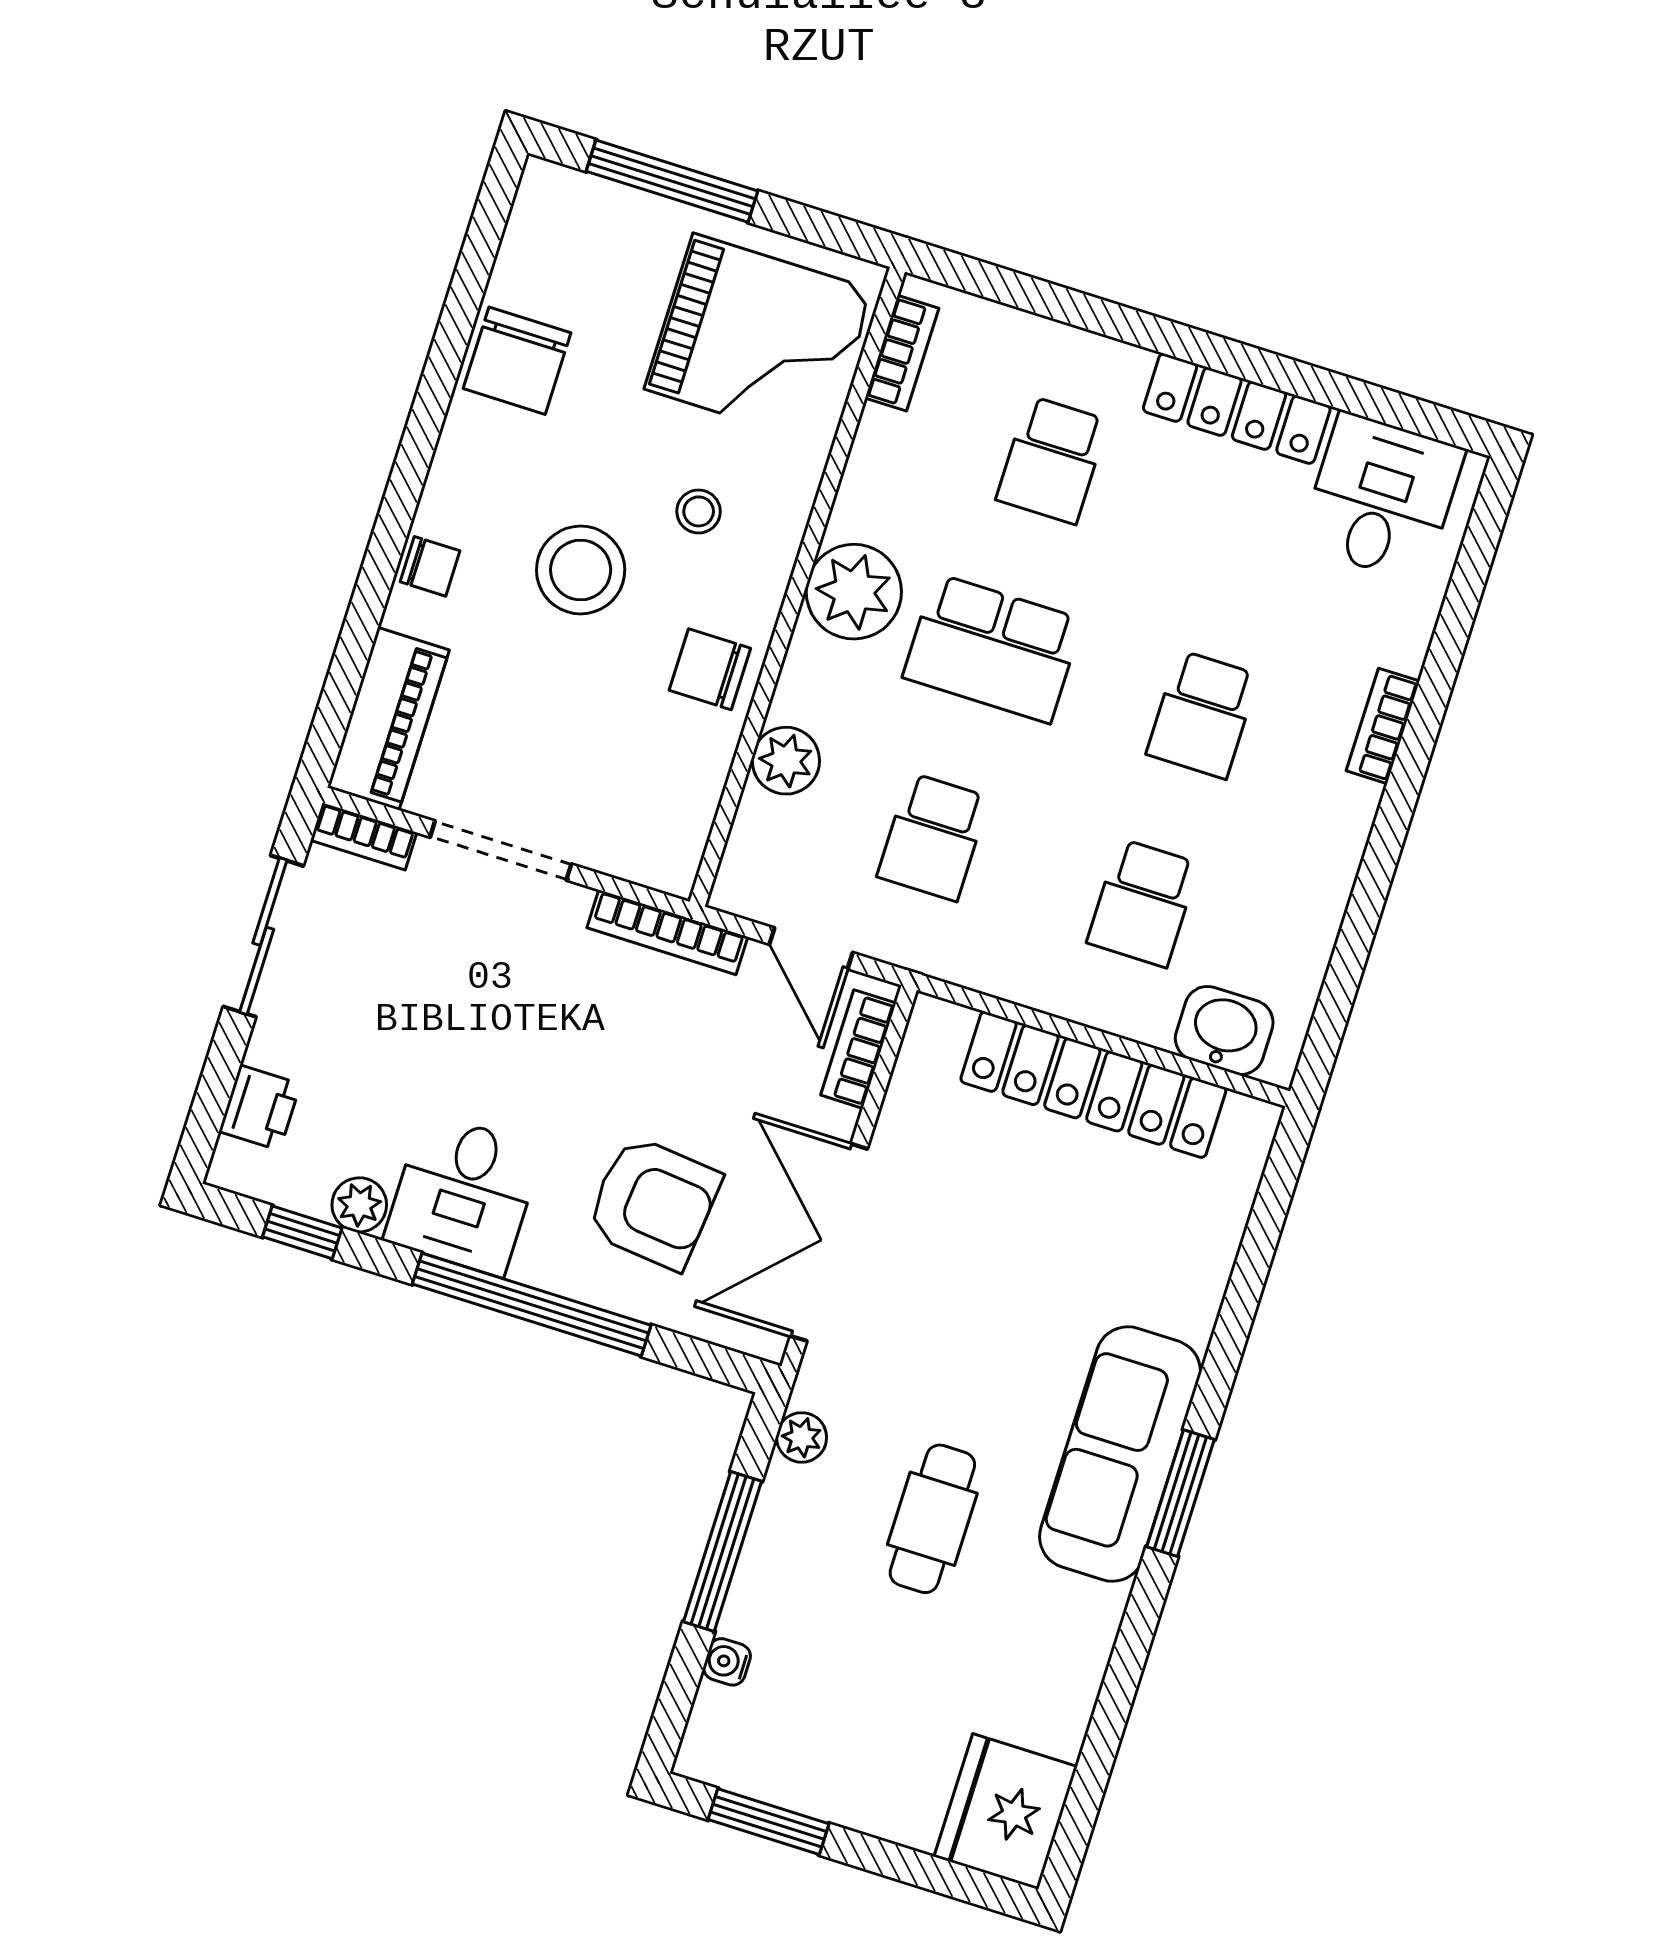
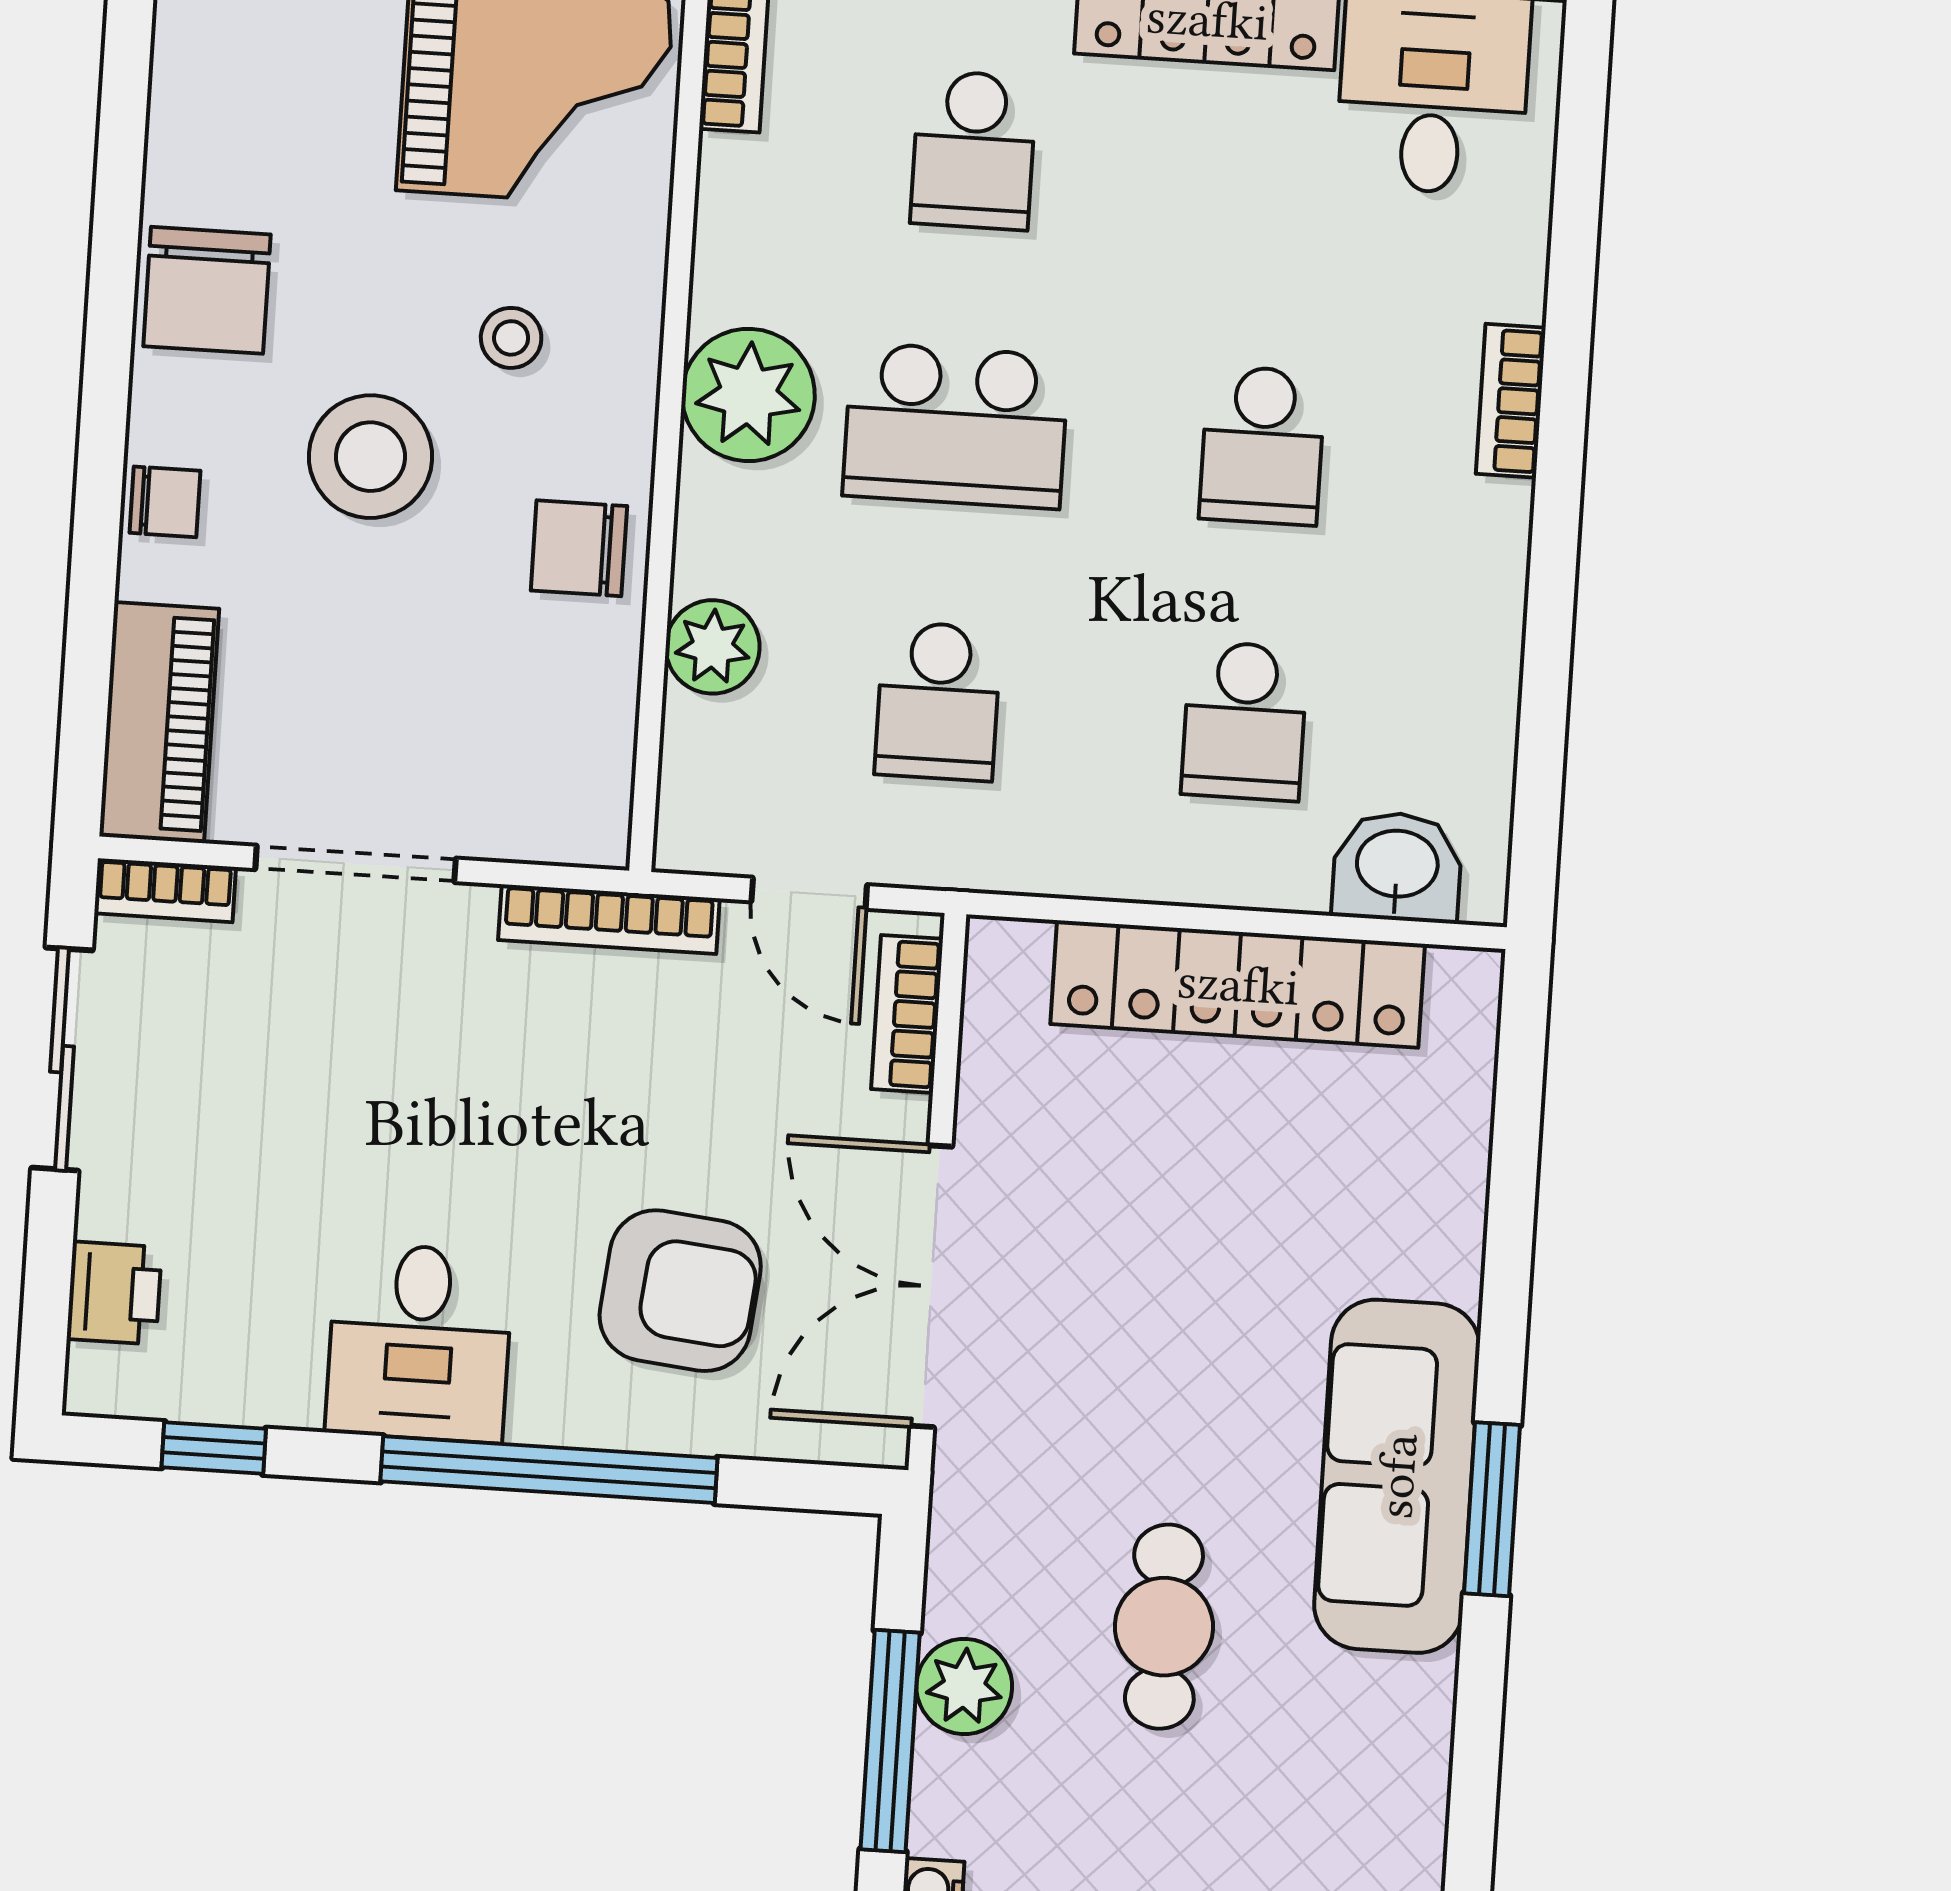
chair: (517, 361) -> (207, 290), moved
plant: (359, 1205) -> (282, 1392), removed
plant: (802, 1437) -> (964, 1687), moved, width x1.38, depth x1.38

